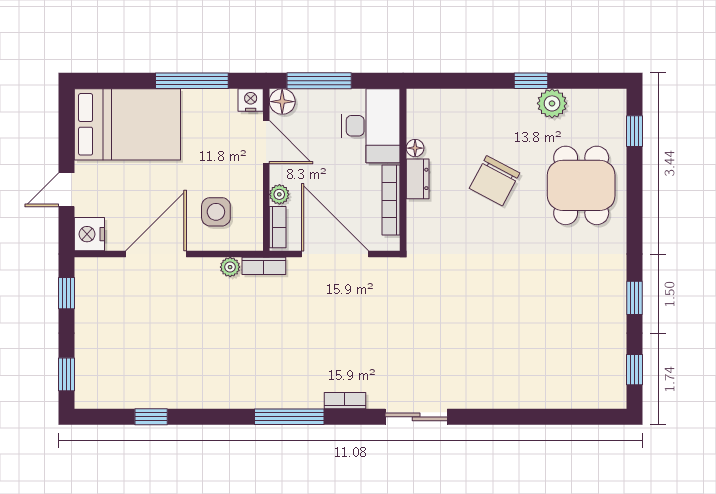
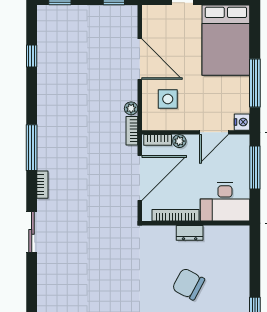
floor lamp: (282, 102) -> (241, 143), removed
floor lamp: (415, 148) -> (210, 231), removed
nightstand: (89, 234) -> (153, 15), removed

